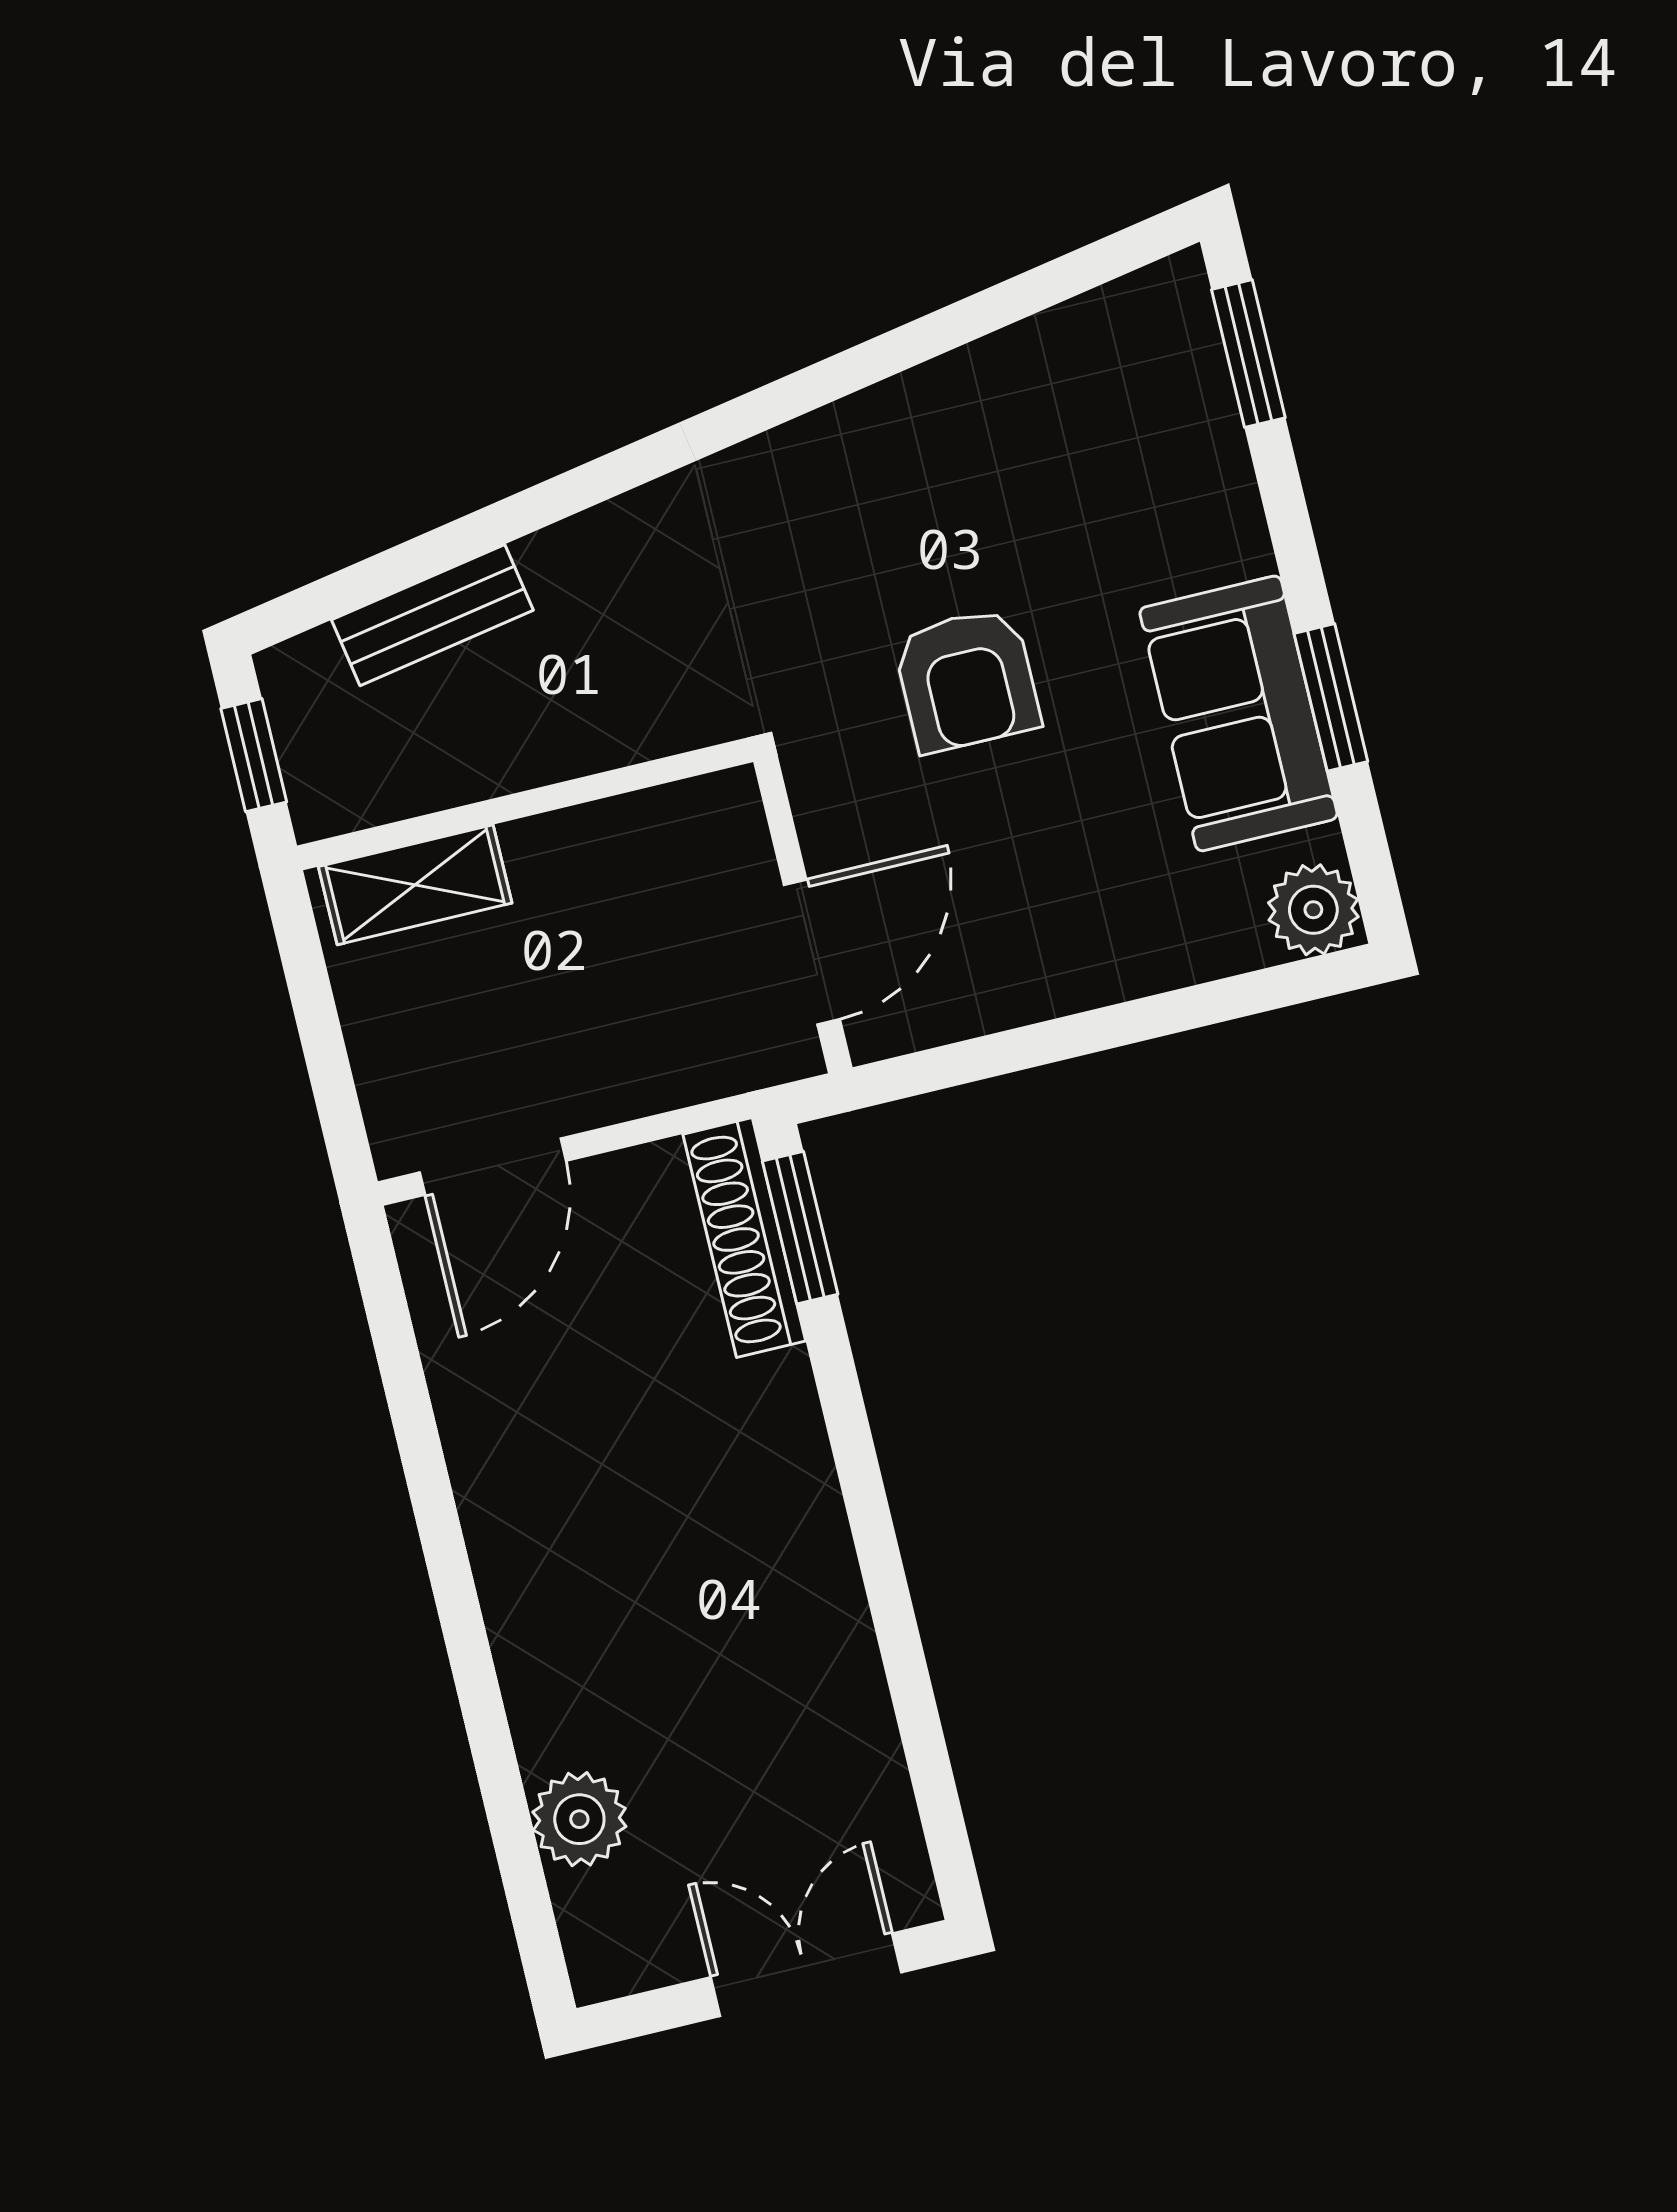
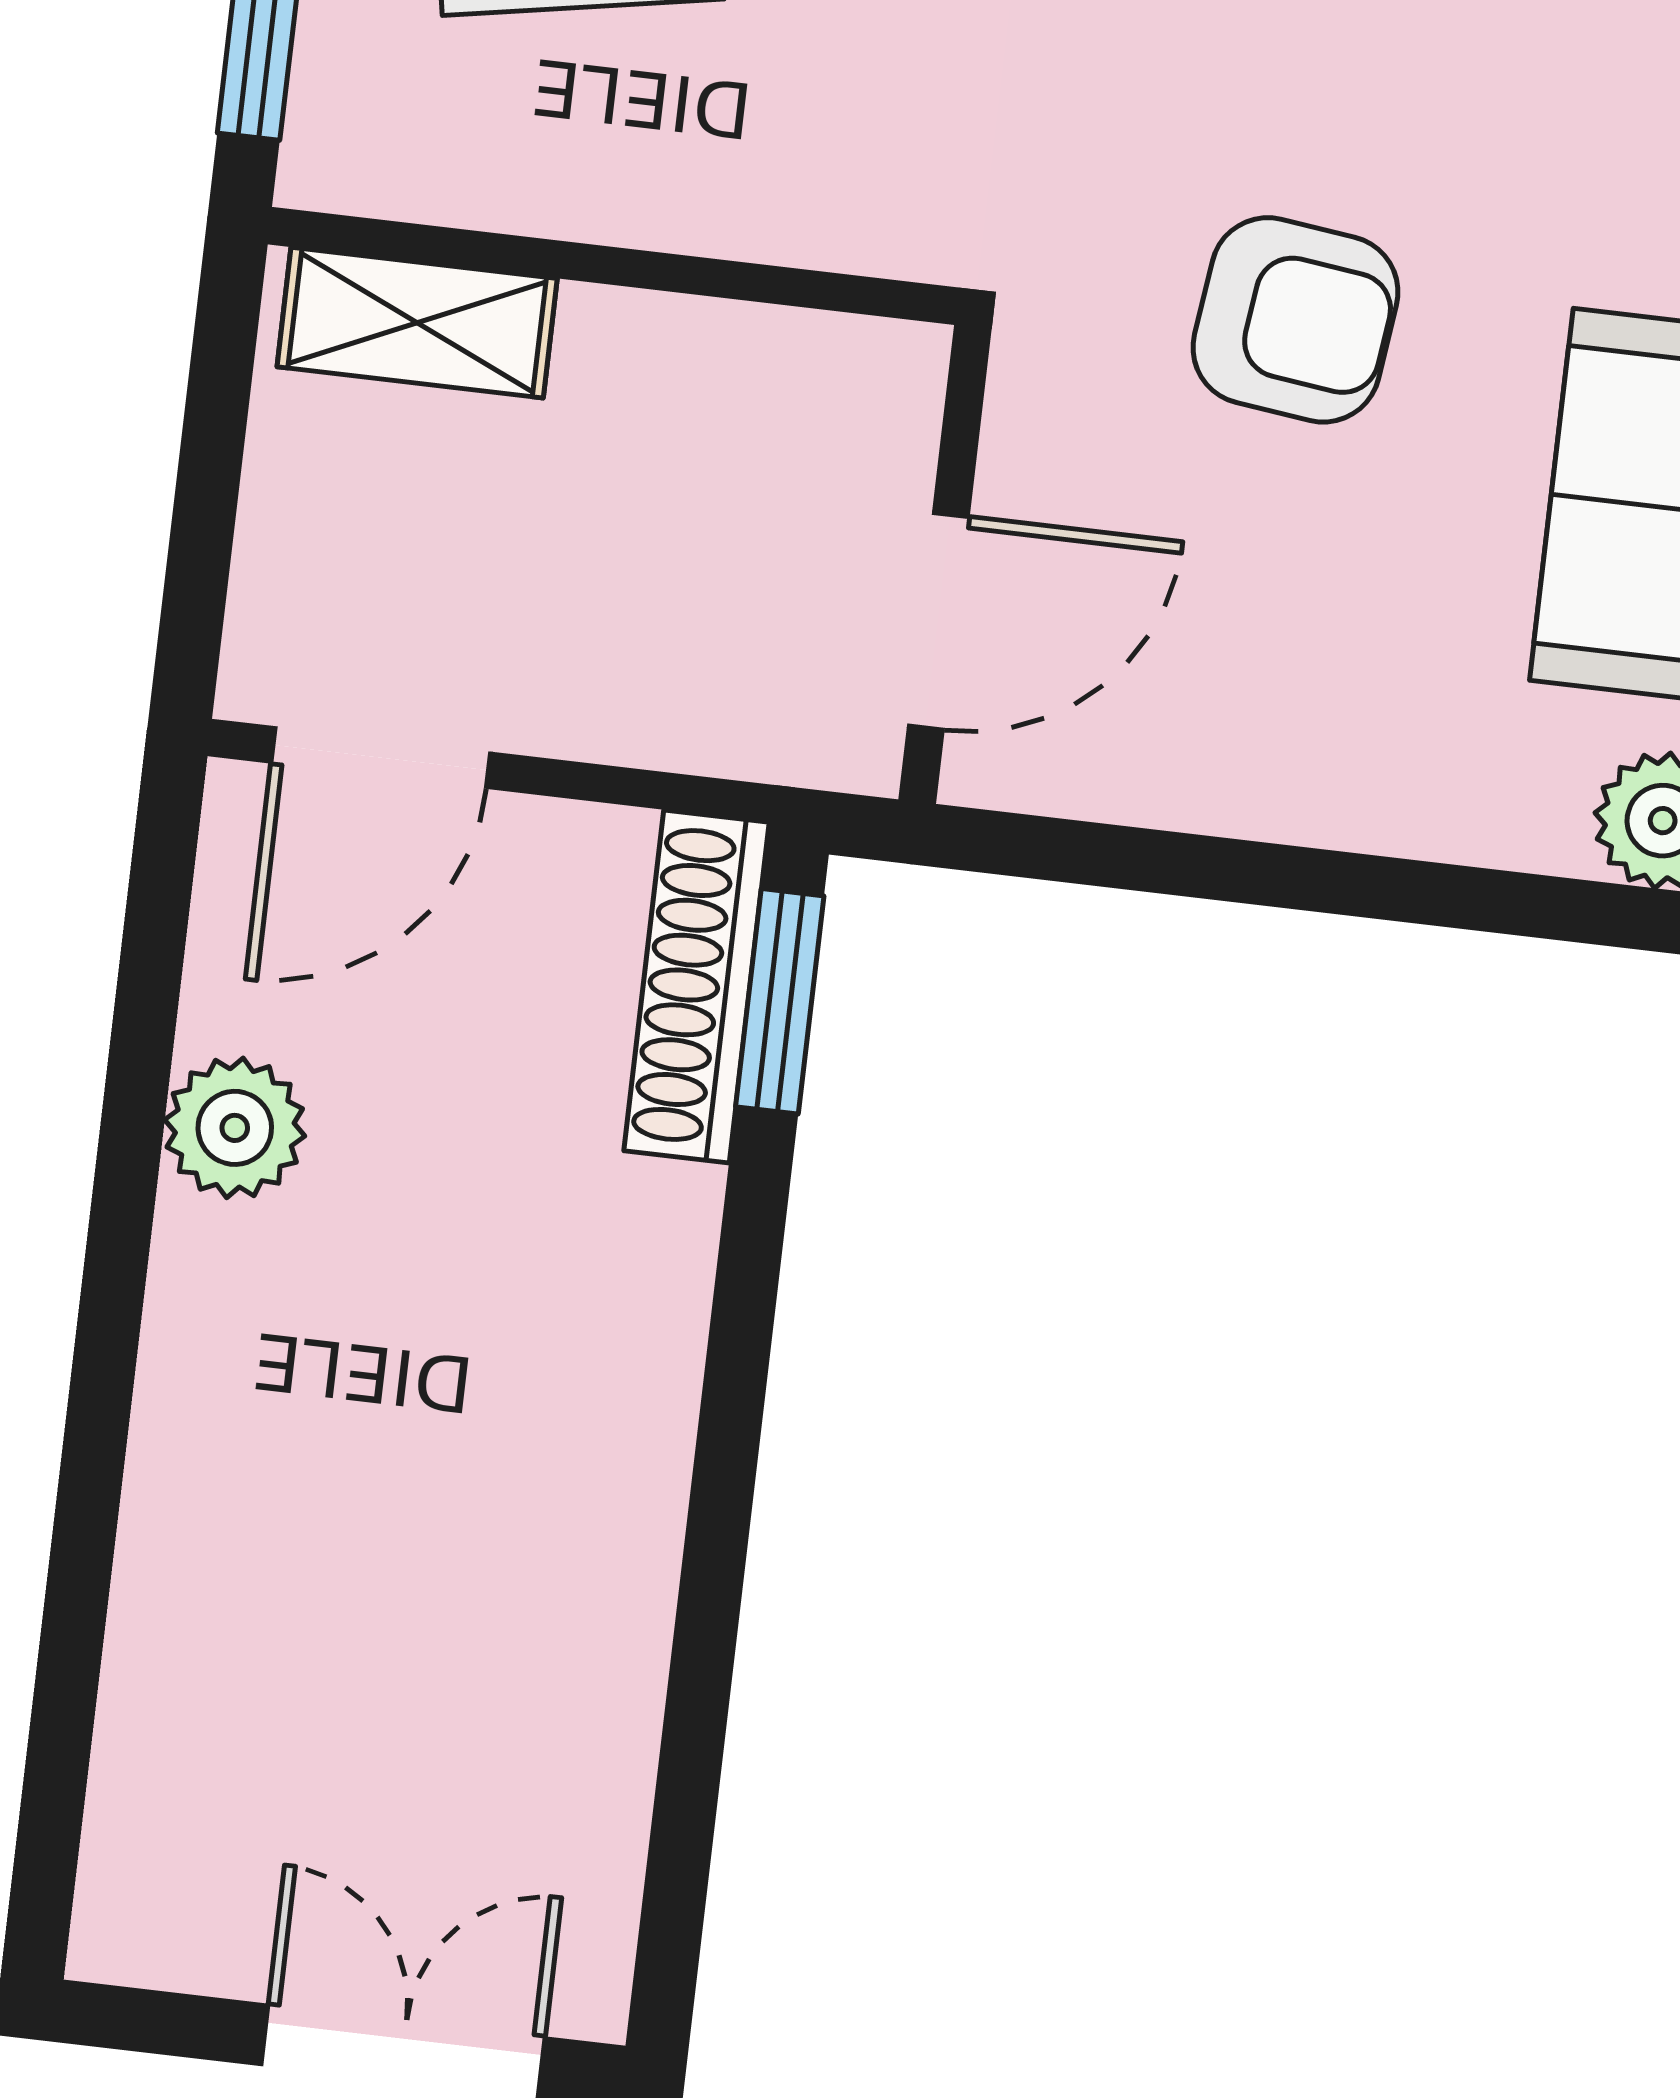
armchair: (967, 680) -> (1295, 320), turned -83
plant: (579, 1819) -> (235, 1128), moved

